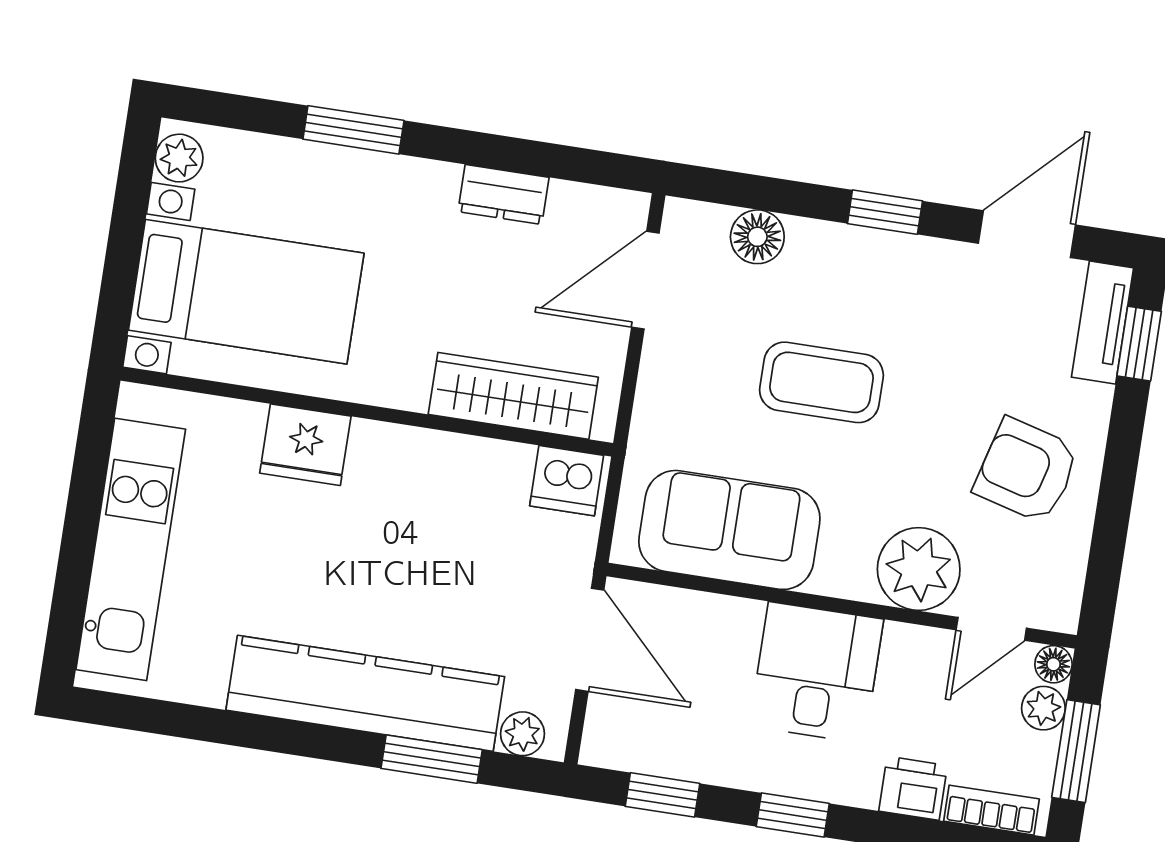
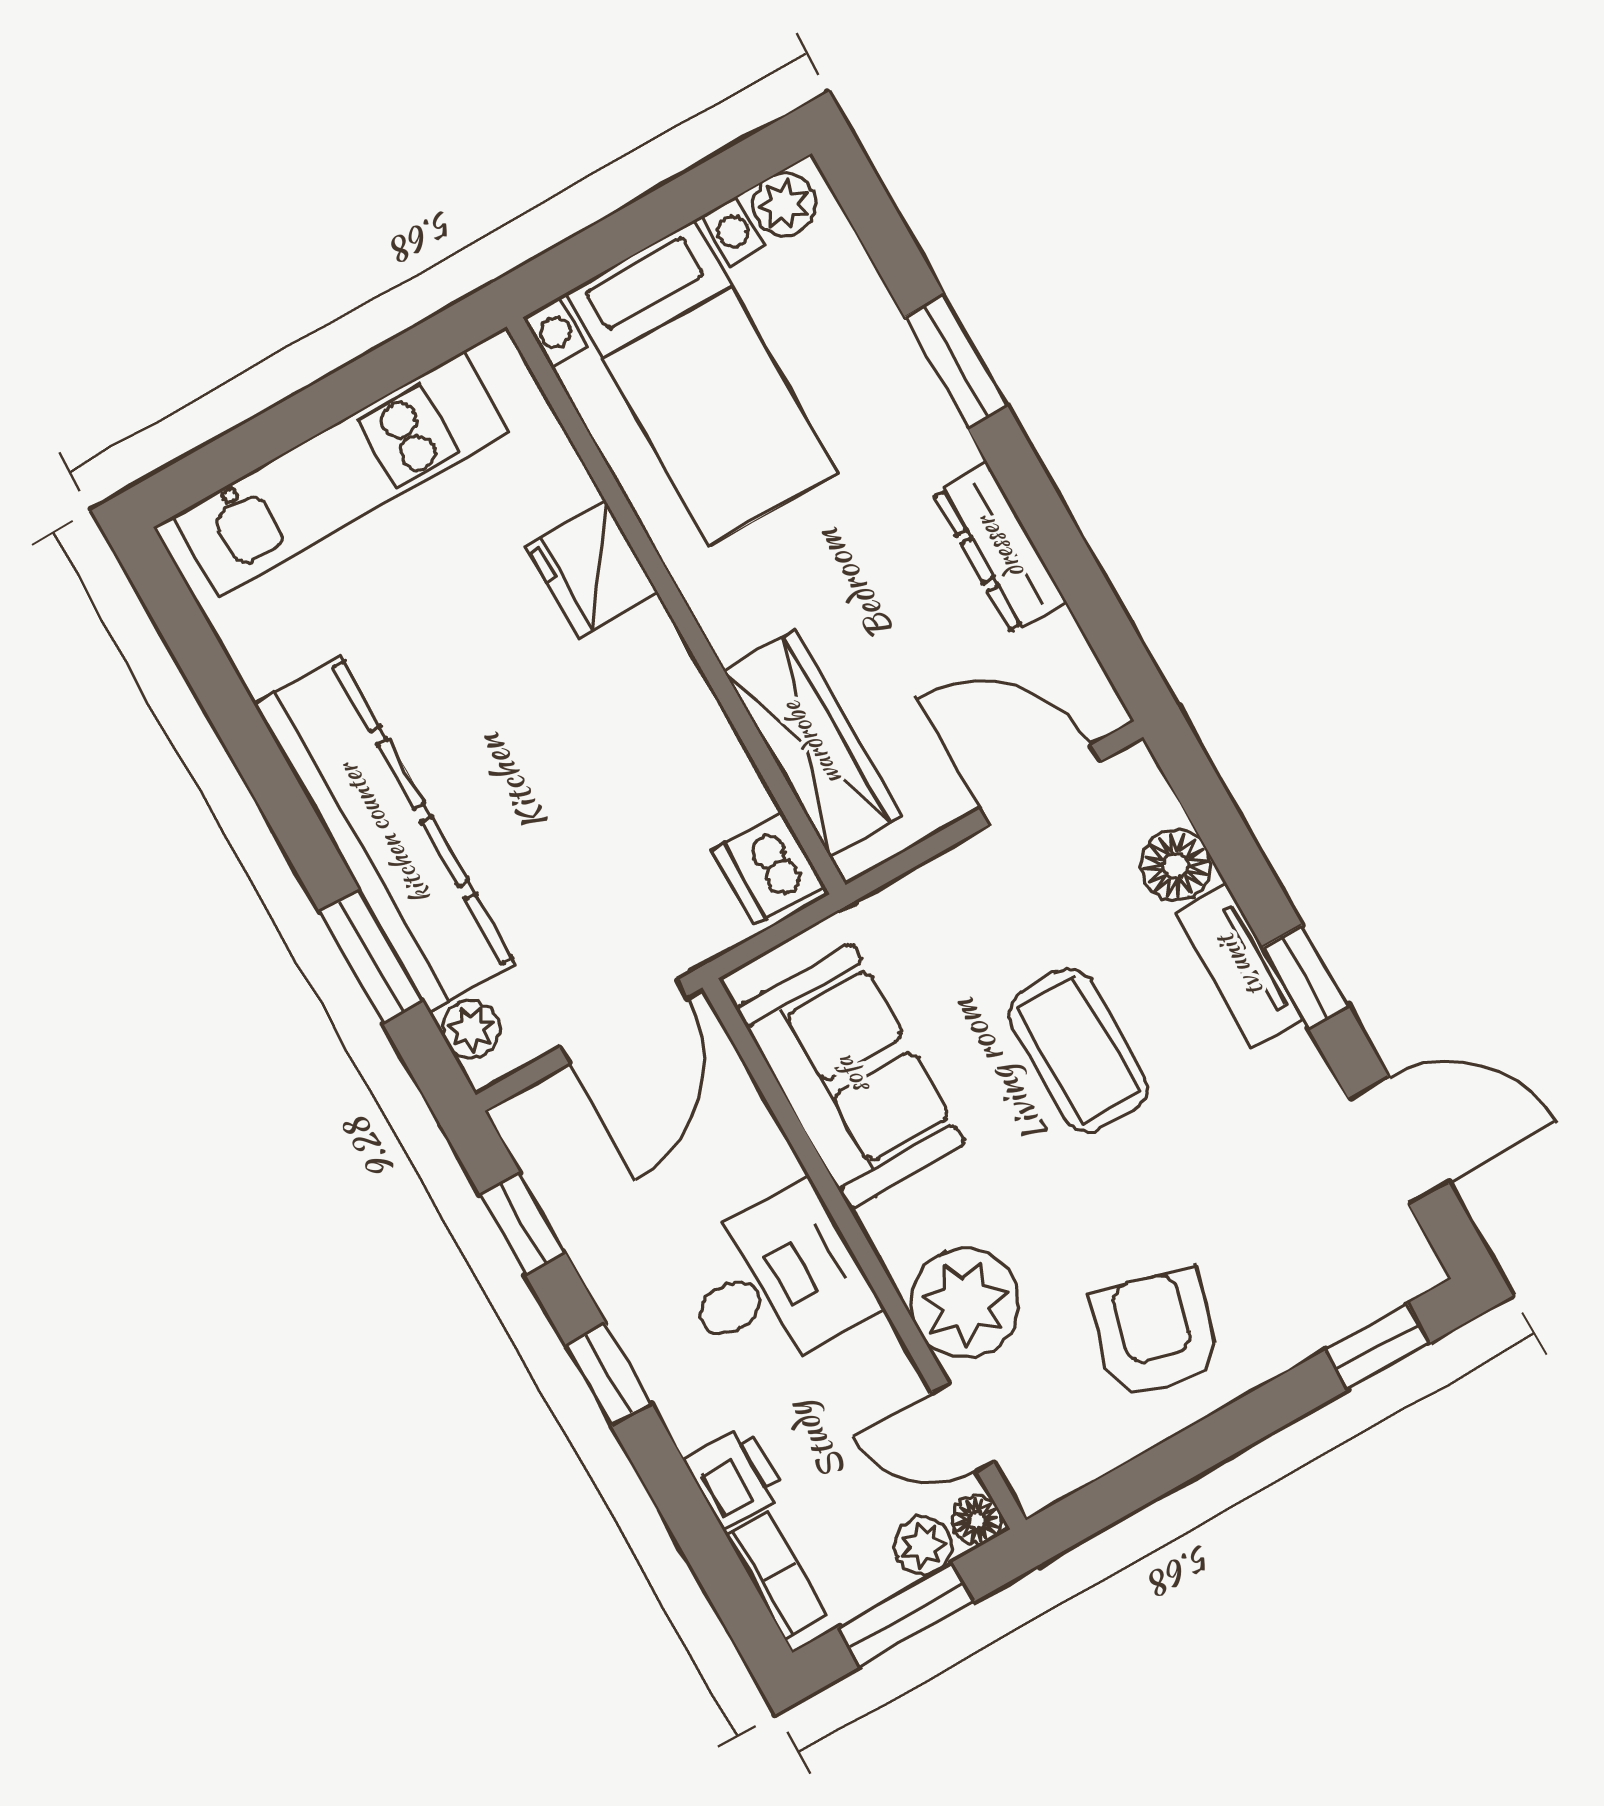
dresser: (504, 195) -> (1000, 548), width x1.44
tv unit: (1102, 323) -> (1240, 966), moved, turned -90

